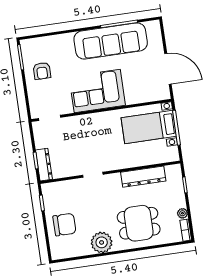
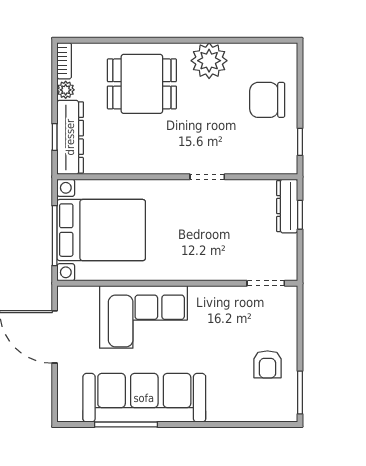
armchair: (42, 71) -> (267, 364), turned 180
corner sofa: (97, 91) -> (143, 317), moved
bed with nightstands: (149, 127) -> (101, 230), width x1.36
dresser: (143, 177) -> (70, 137), moved, turned 90

